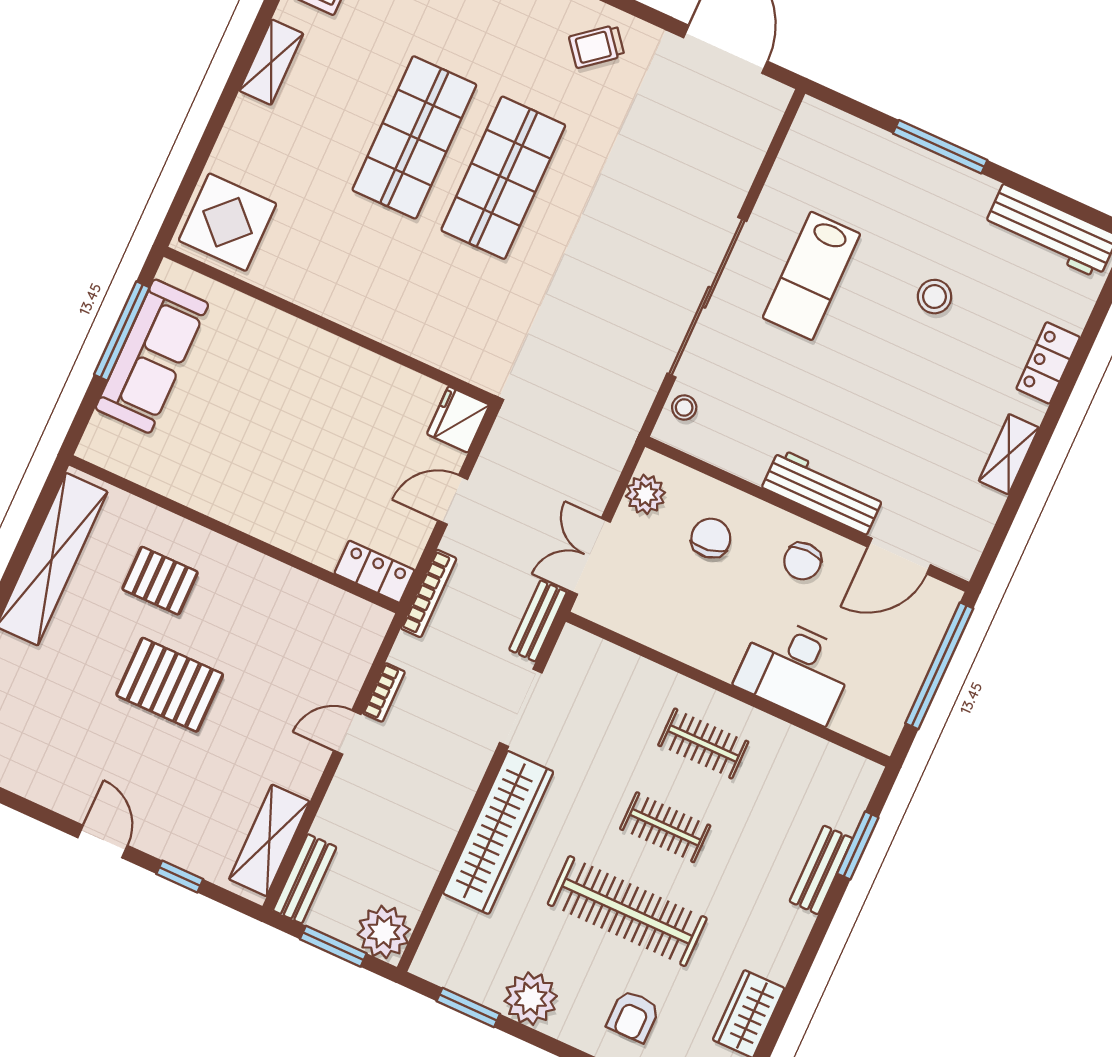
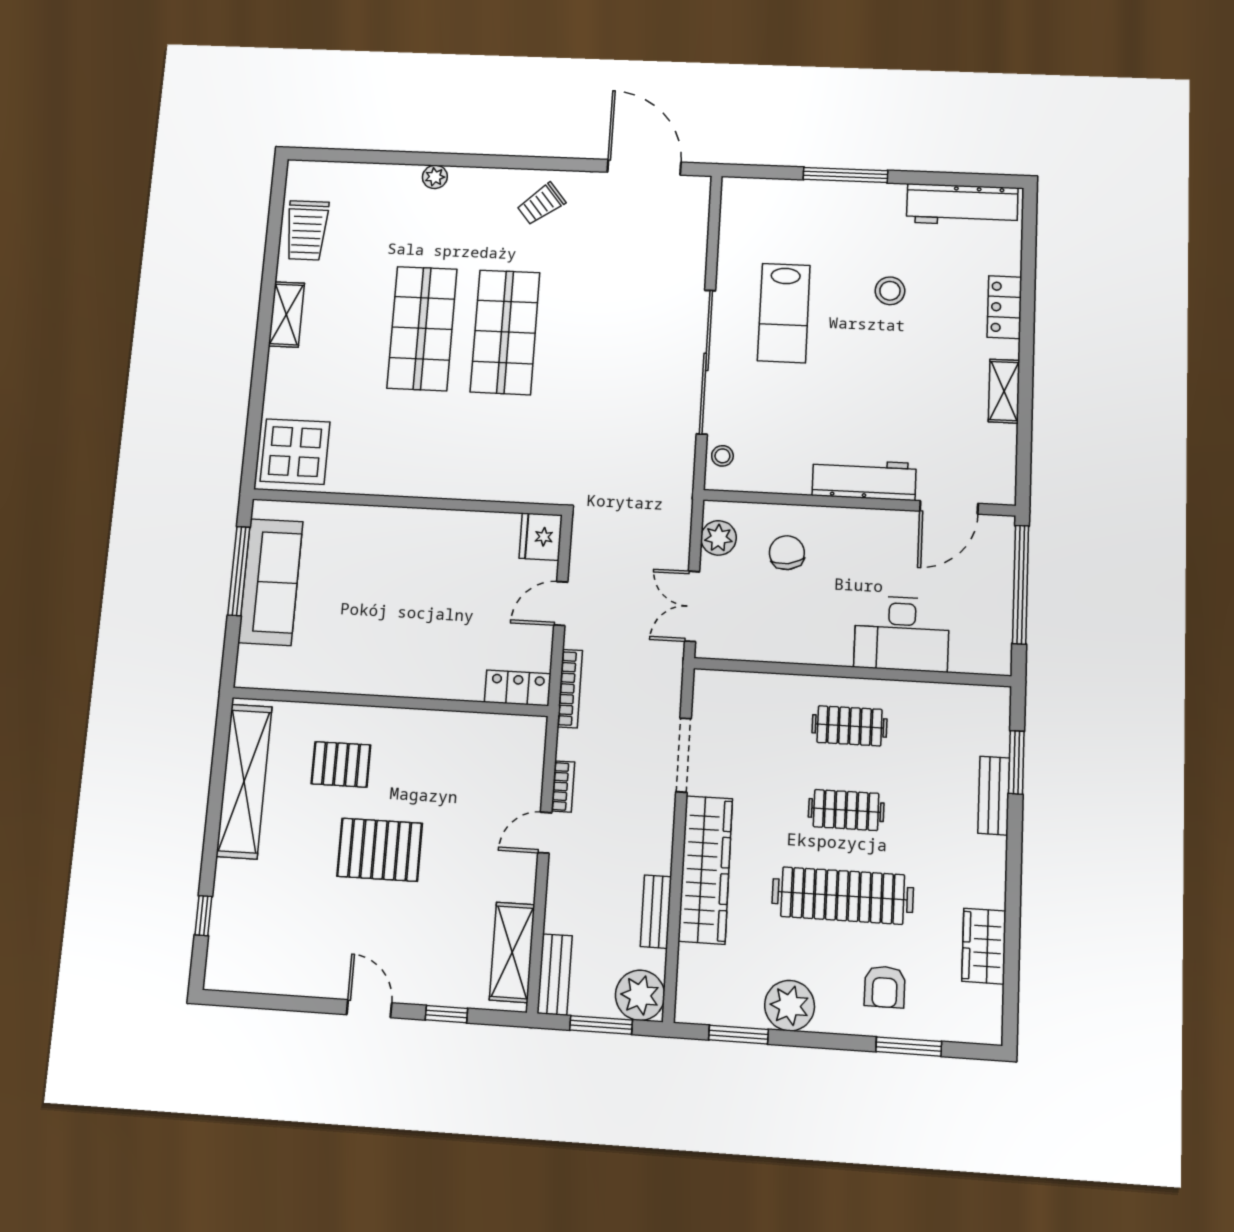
chair: (802, 561) -> (870, 542), removed
bench: (538, 621) -> (656, 912), moved

